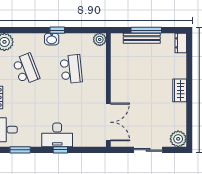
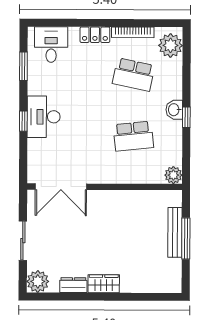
dresser: (181, 43) -> (73, 285), moved
school desk: (26, 69) -> (134, 75), turned 33

